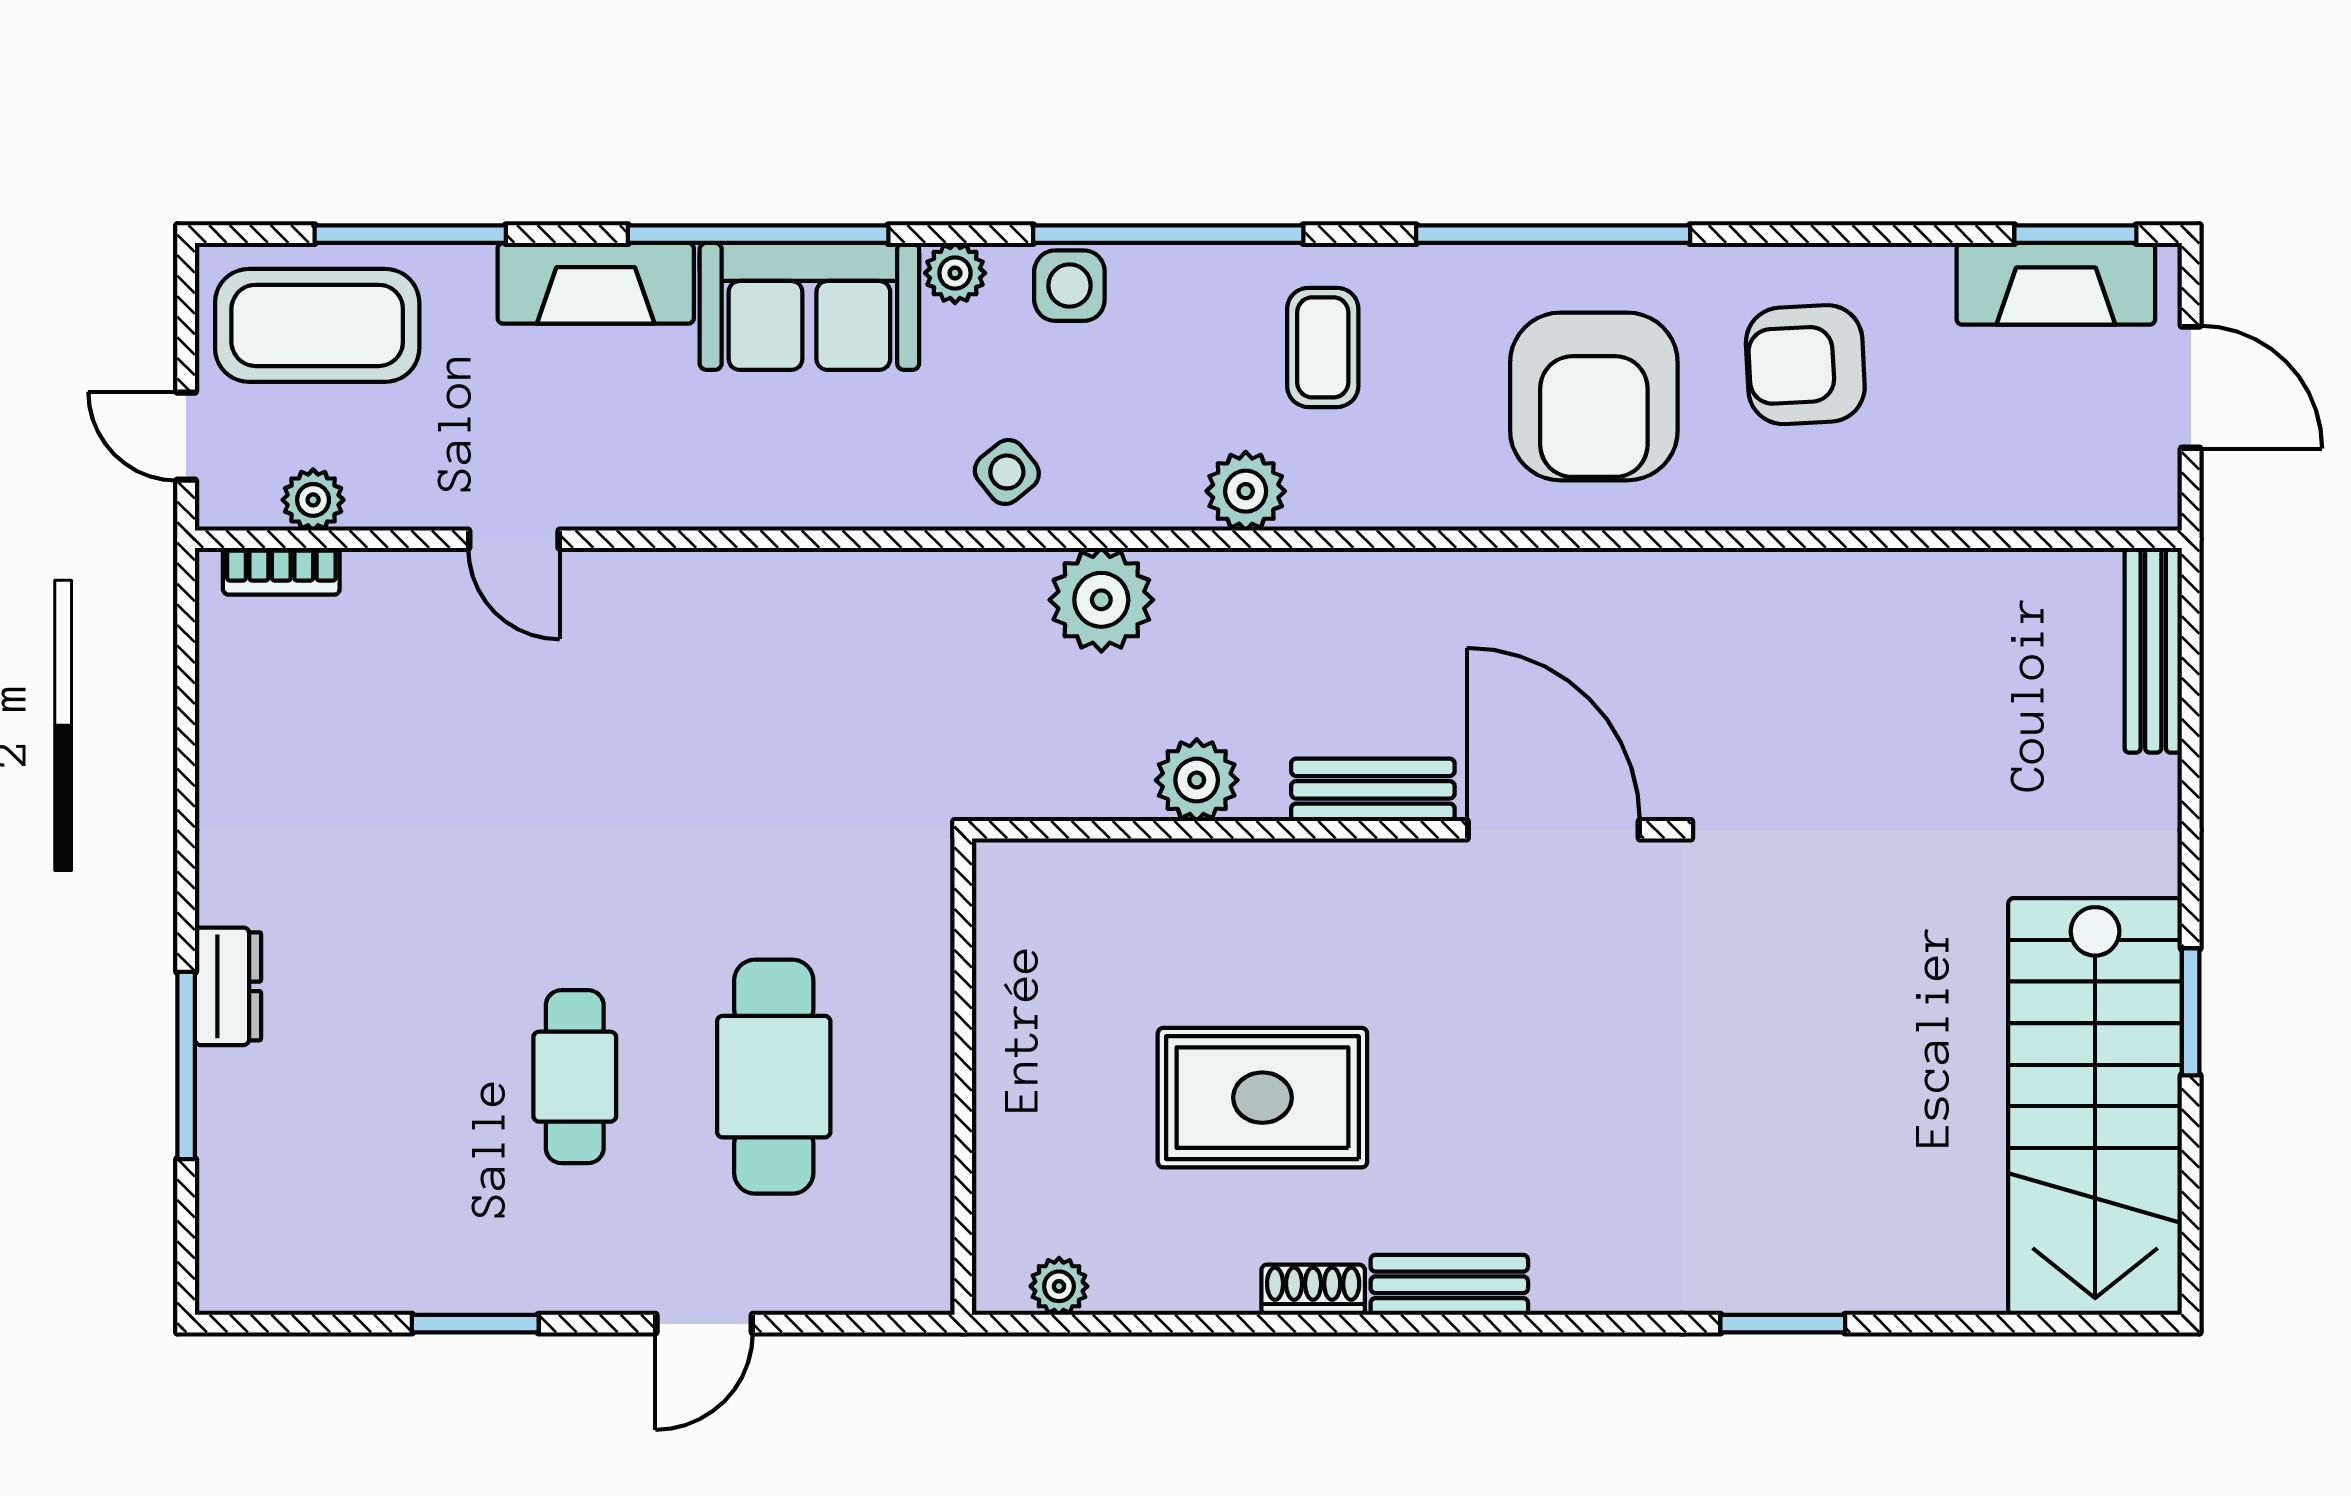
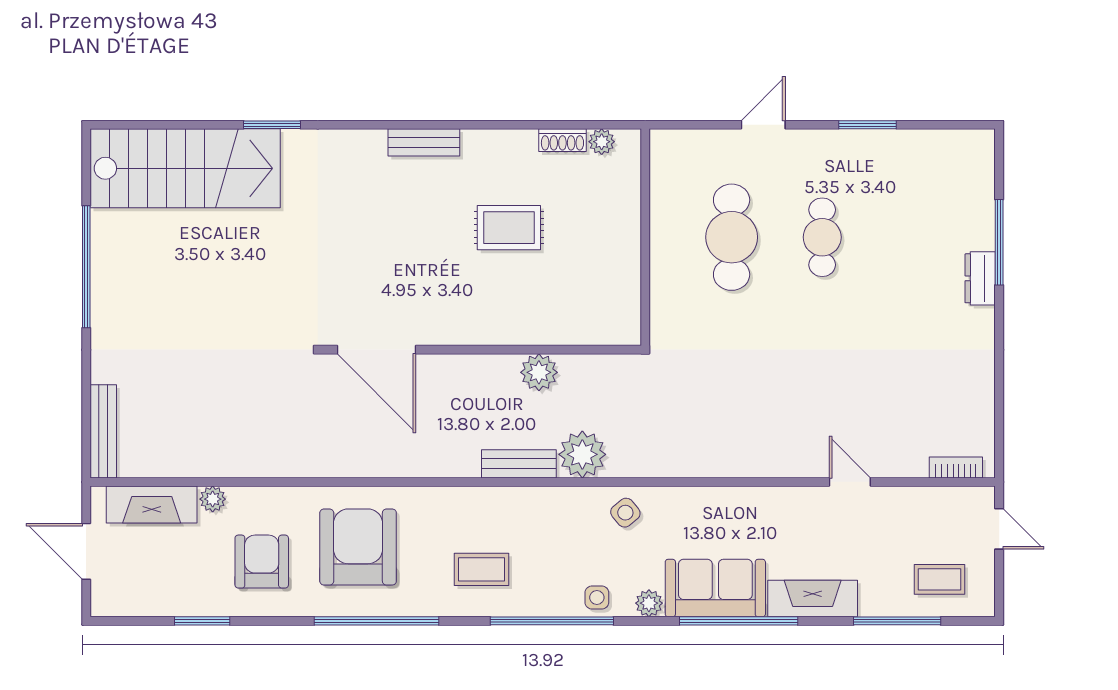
window: (2075, 234) -> (202, 621), moved
fireplace: (2056, 284) -> (152, 505), moved, turned 180
side table: (1069, 286) -> (597, 598), width x0.73, depth x0.73
coffee table: (317, 325) -> (940, 579), width x0.54, depth x0.58
coffee table: (1323, 347) -> (481, 569), turned 90
armchair: (1805, 365) -> (262, 562), turned -87
plant: (1246, 491) -> (213, 499), moved, width x0.73, depth x0.73
plant: (313, 500) -> (941, 500), removed
bench: (1373, 790) -> (519, 464), moved
window: (2191, 1012) -> (86, 267), width x2.11
rug: (1262, 1098) -> (509, 228), width x0.73, depth x0.70
stairs: (2095, 1106) -> (185, 168), moved, turned 90
shoe rack: (1313, 1290) -> (562, 140), moved

